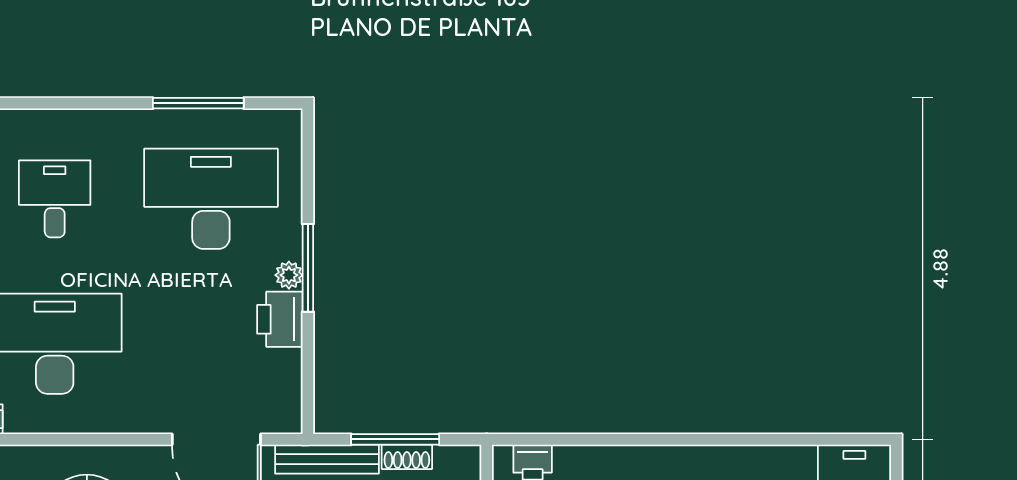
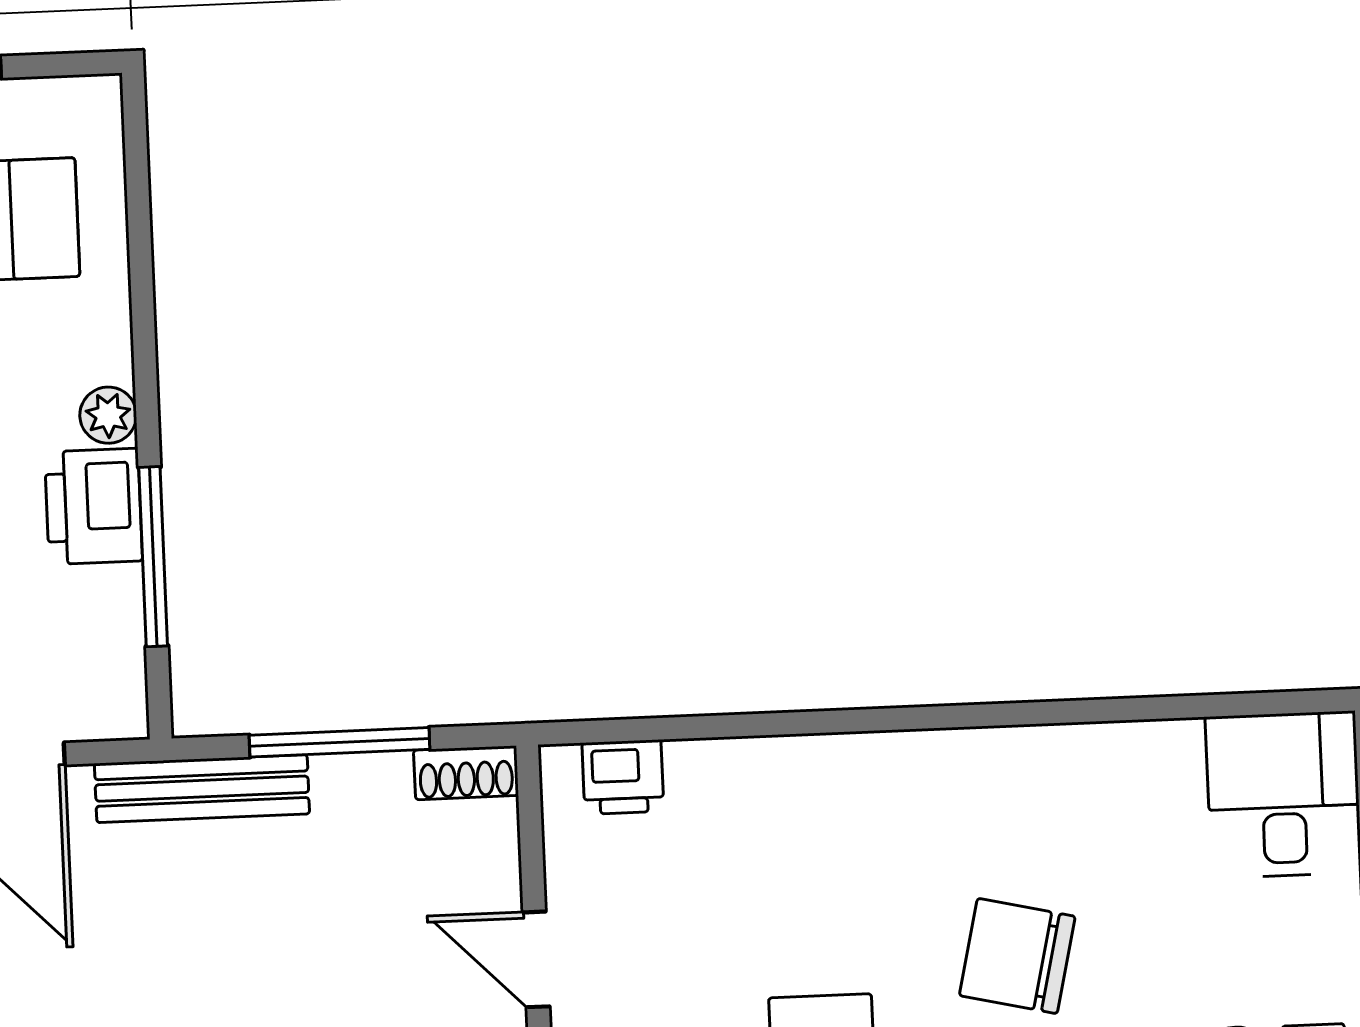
window: (308, 268) -> (153, 557), moved
shoe rack: (407, 457) -> (466, 773), moved

